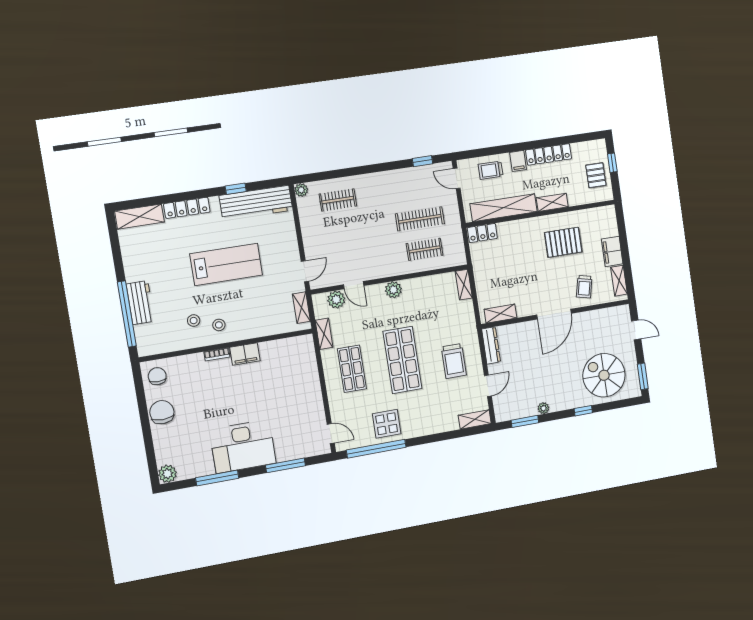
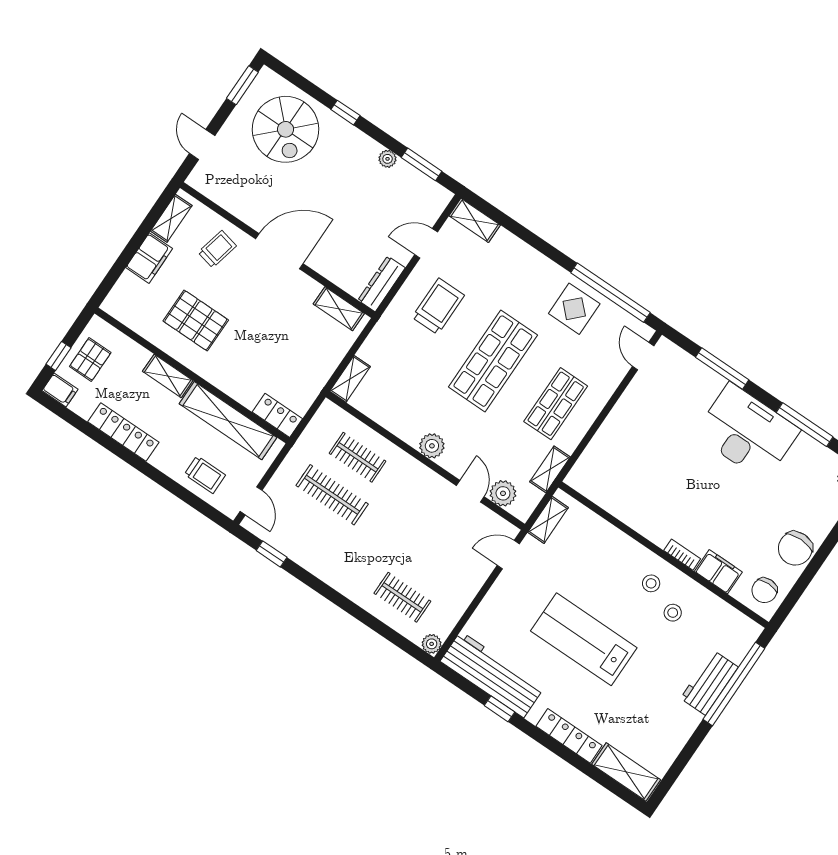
filing cabinet: (518, 161) -> (60, 390), moved, turned 90
filing cabinet: (245, 354) -> (718, 572), moved

